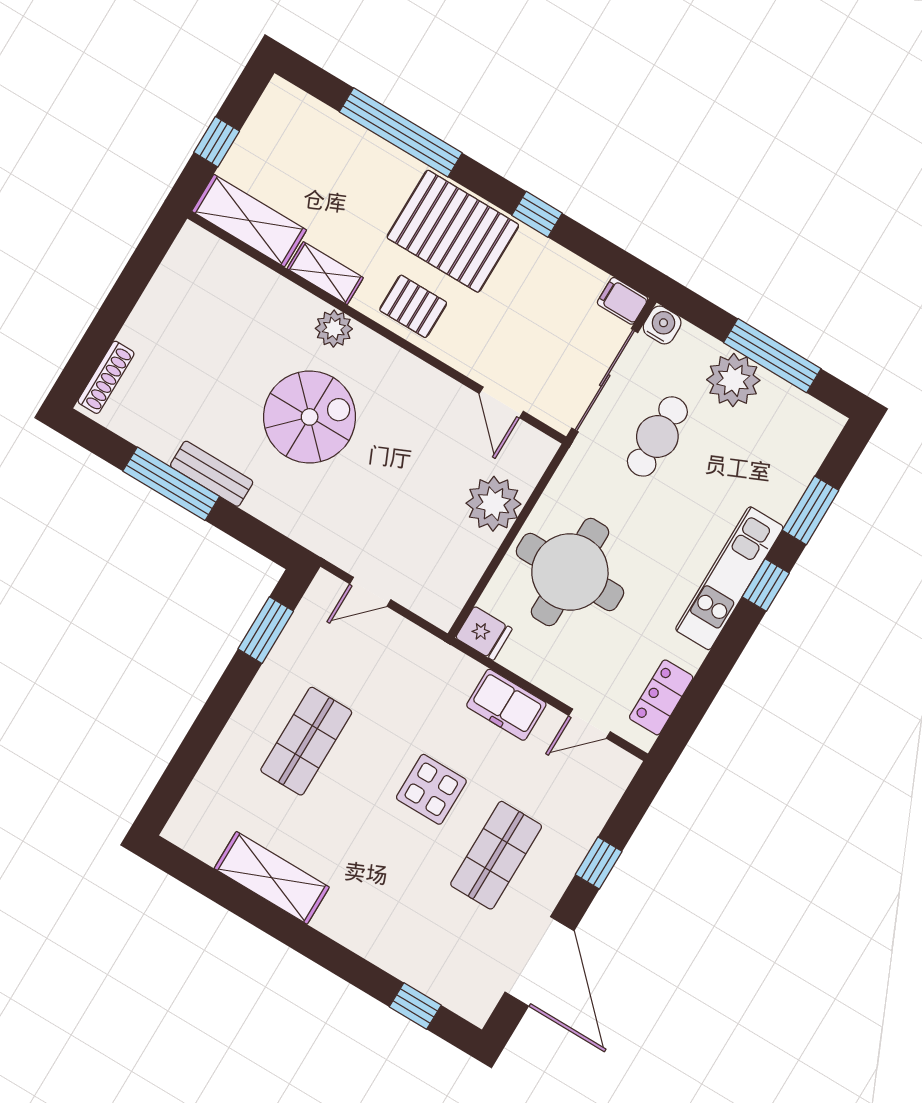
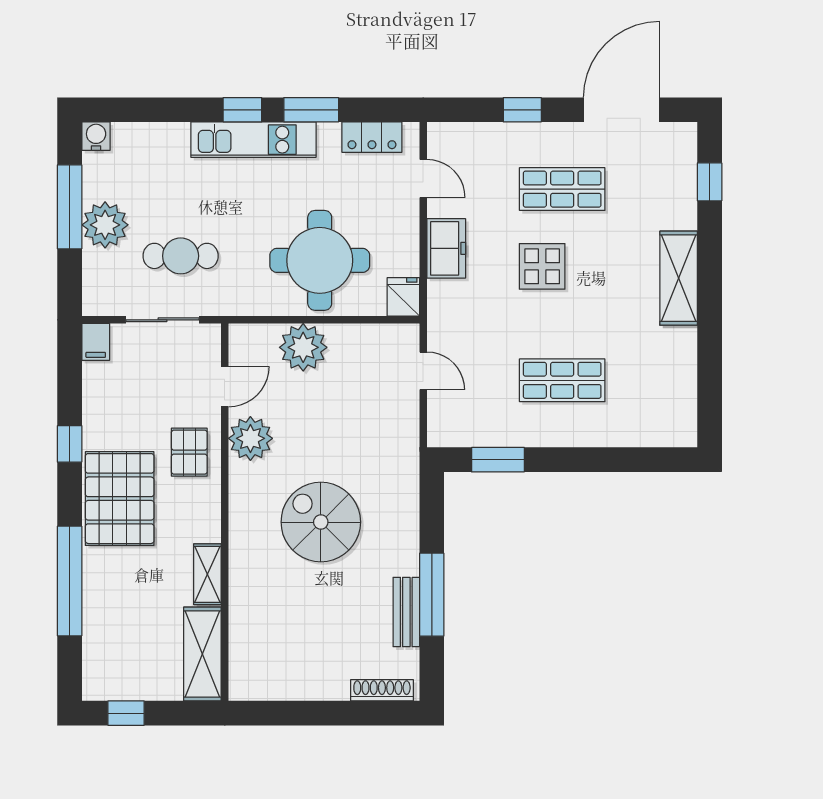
window: (217, 142) -> (126, 713), moved
pallet: (413, 306) -> (189, 452), moved
water cooler: (662, 325) -> (96, 136), moved, turned 90
plant: (334, 329) -> (250, 438), moved, width x1.36, depth x1.36
sliding door: (605, 380) -> (162, 320), width x0.73
bench: (212, 474) -> (406, 612), moved
window: (811, 510) -> (311, 110), moved
door: (370, 592) -> (423, 371), moved
shelving: (272, 878) -> (679, 278), moved

